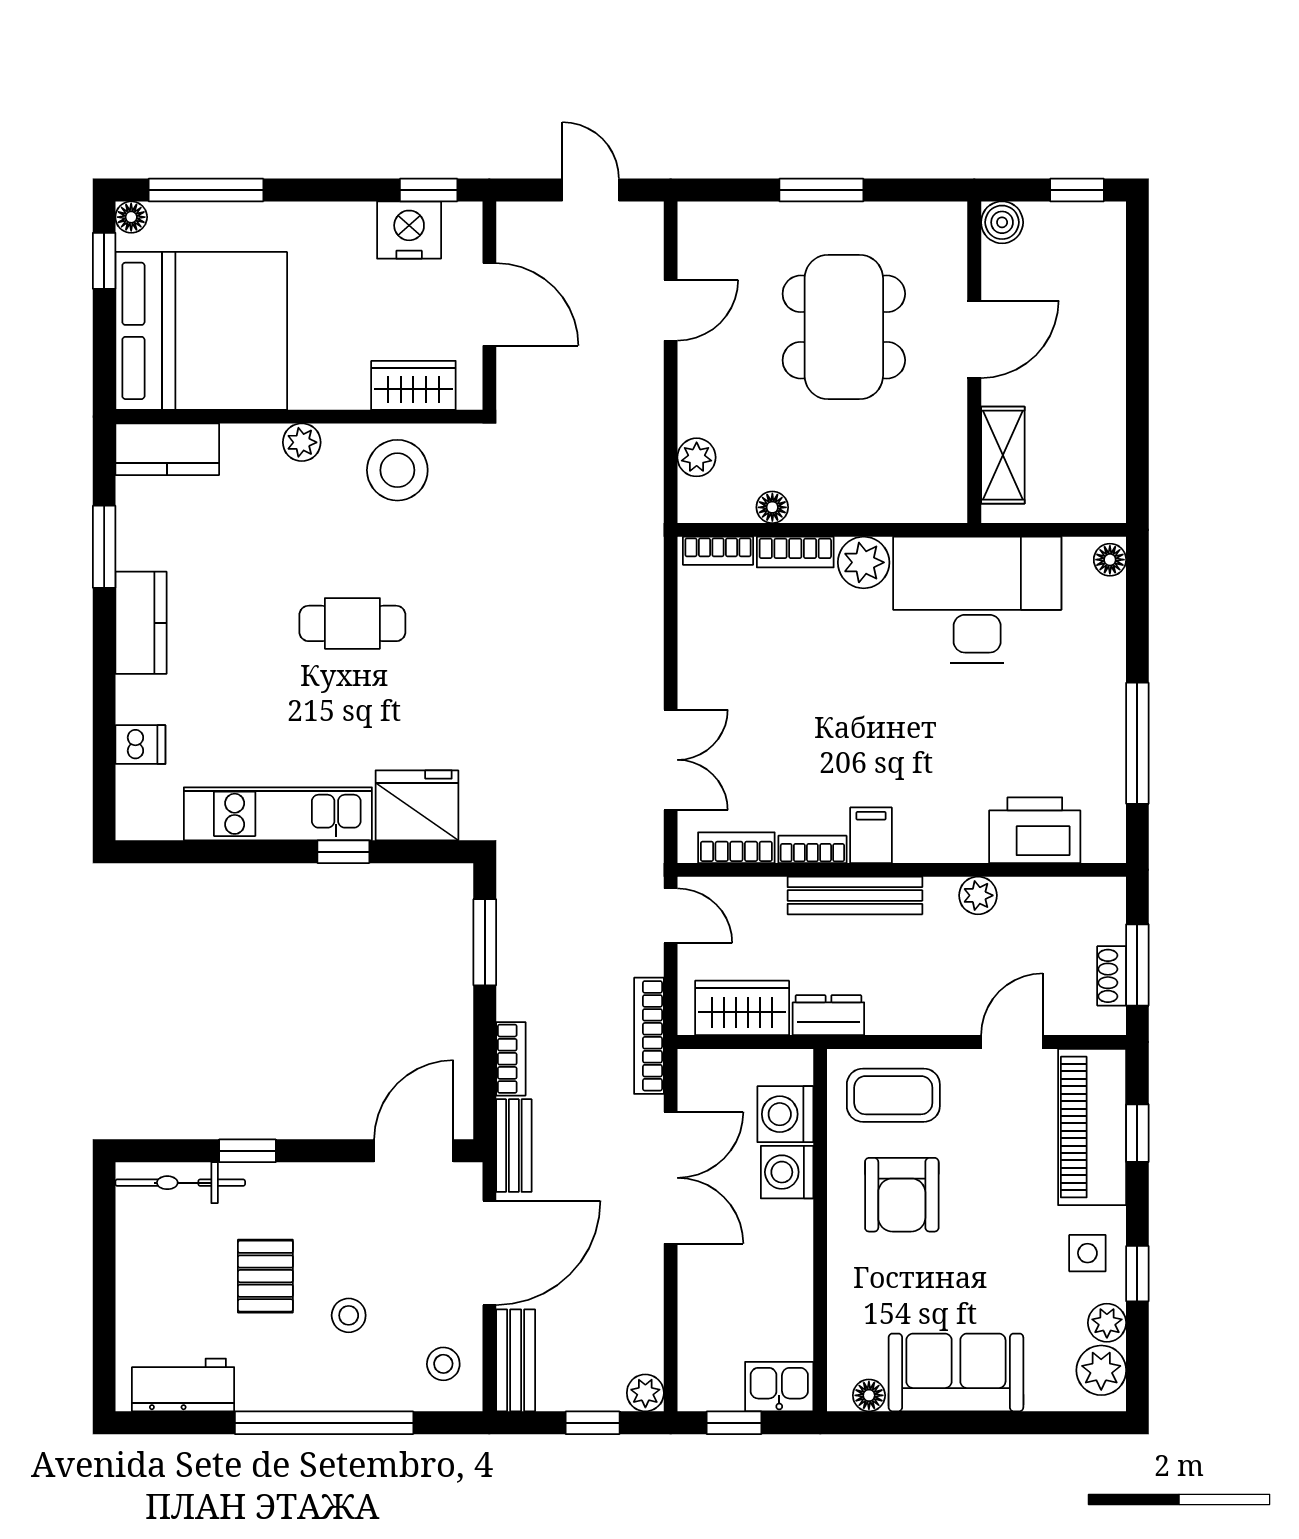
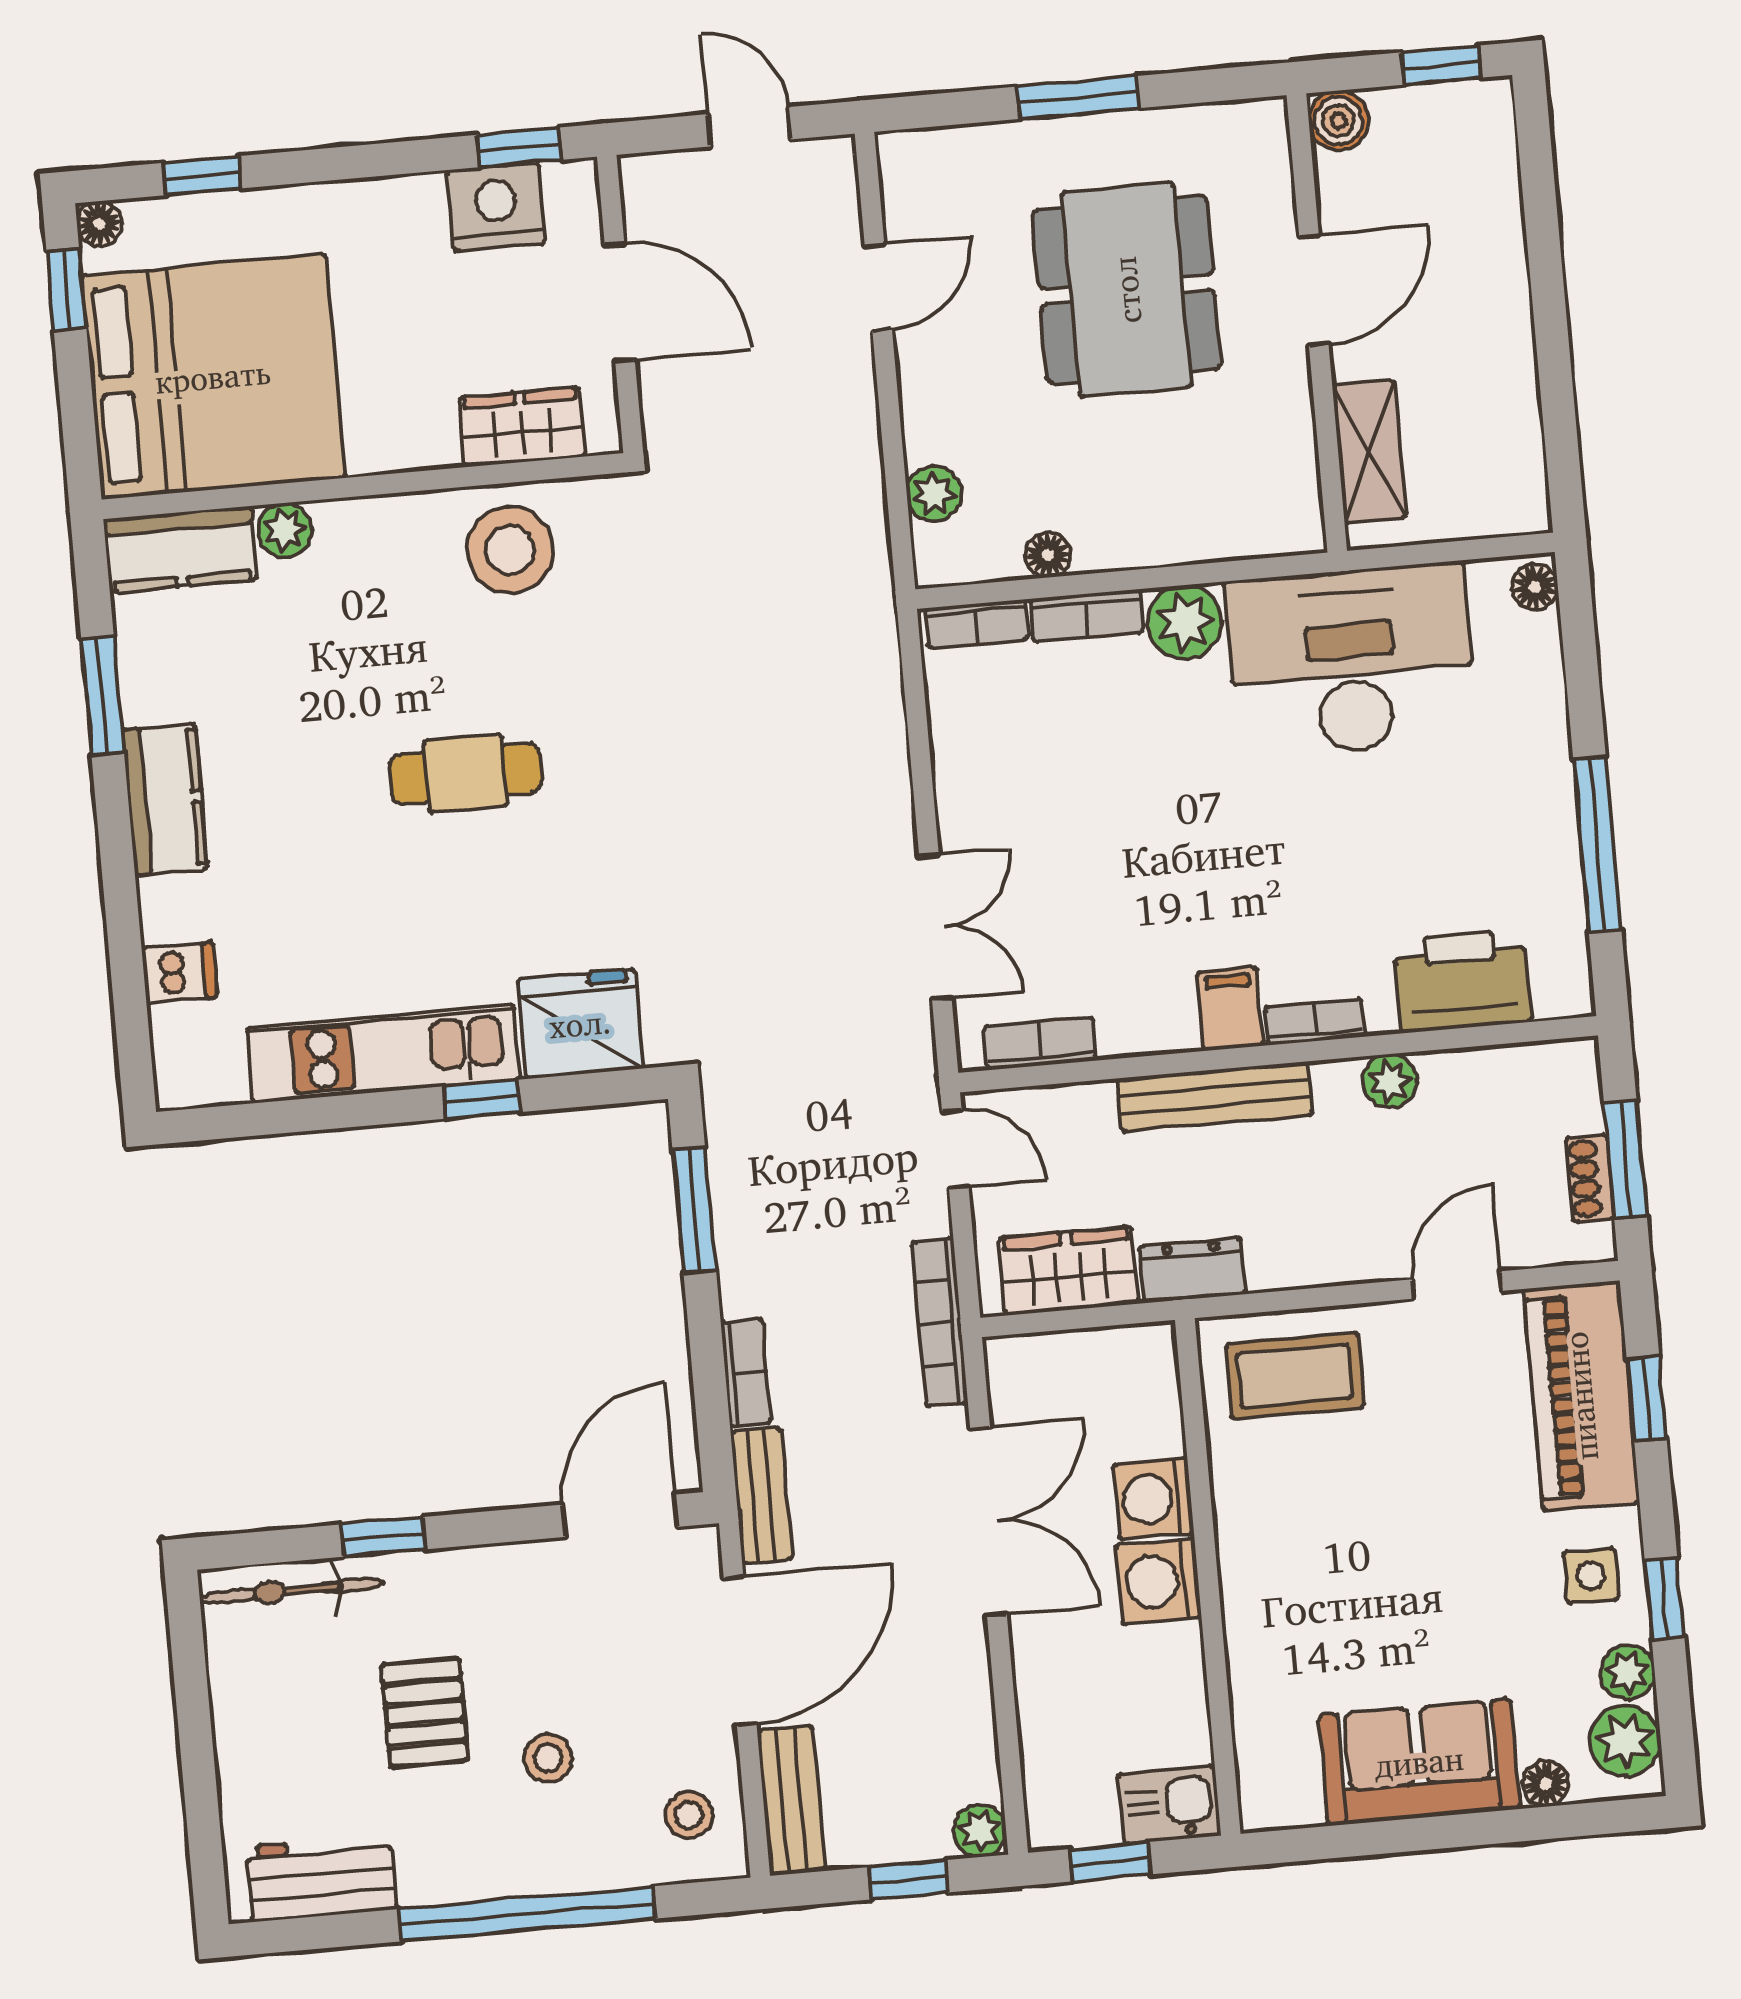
window: (206, 190) -> (202, 176), width x0.46
plant: (302, 442) -> (285, 530), moved
bookcase: (812, 849) -> (1315, 1022), moved
washing machine: (785, 1114) -> (1158, 1581), moved
armchair: (902, 1195) -> (1319, 1516), removed
floor lamp: (869, 1395) -> (1546, 1784), moved

